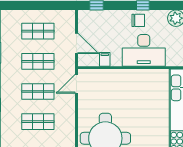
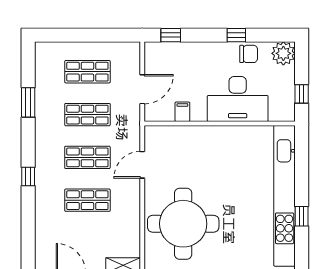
chair: (138, 20) -> (249, 54), moved
door: (77, 43) -> (142, 89), hinge flipped
door: (77, 84) -> (142, 165), moved

